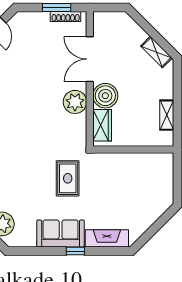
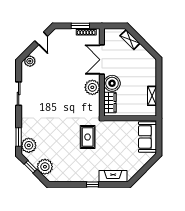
shelving: (156, 52) -> (130, 40), moved
sofa: (61, 234) -> (148, 137), moved, turned -90

